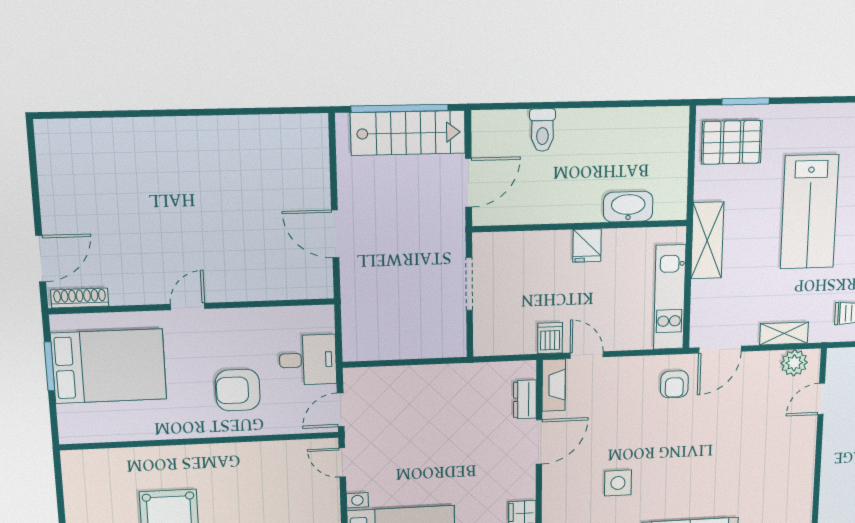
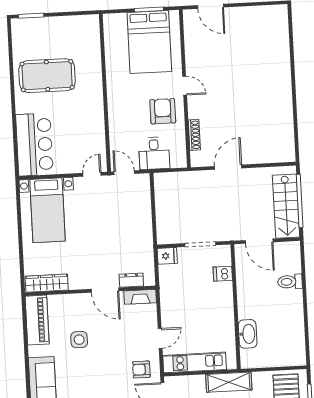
fridge: (587, 245) -> (167, 256), moved, turned 180
shoe rack: (80, 298) -> (194, 135), moved
dishwasher: (550, 338) -> (223, 274), moved, turned 180
door: (587, 355) -> (160, 338), moved
armchair: (238, 390) -> (163, 111), moved

